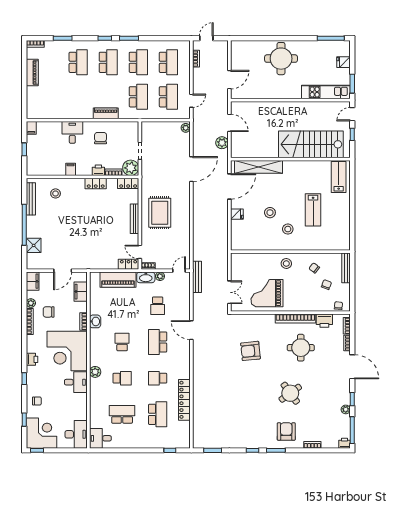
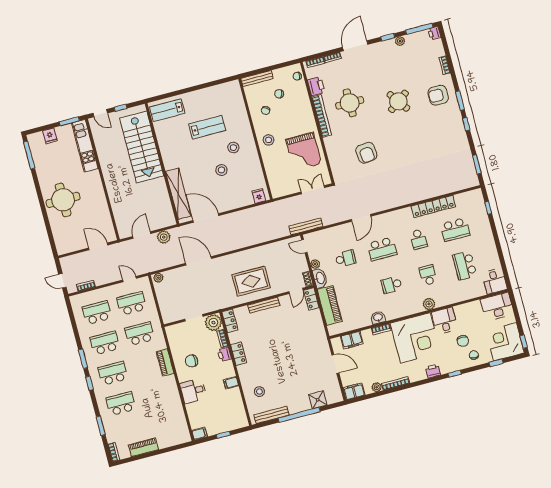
fridge: (237, 214) -> (259, 196), moved
chair: (49, 312) -> (463, 341), moved
school desk: (158, 414) -> (455, 230), turned 180

